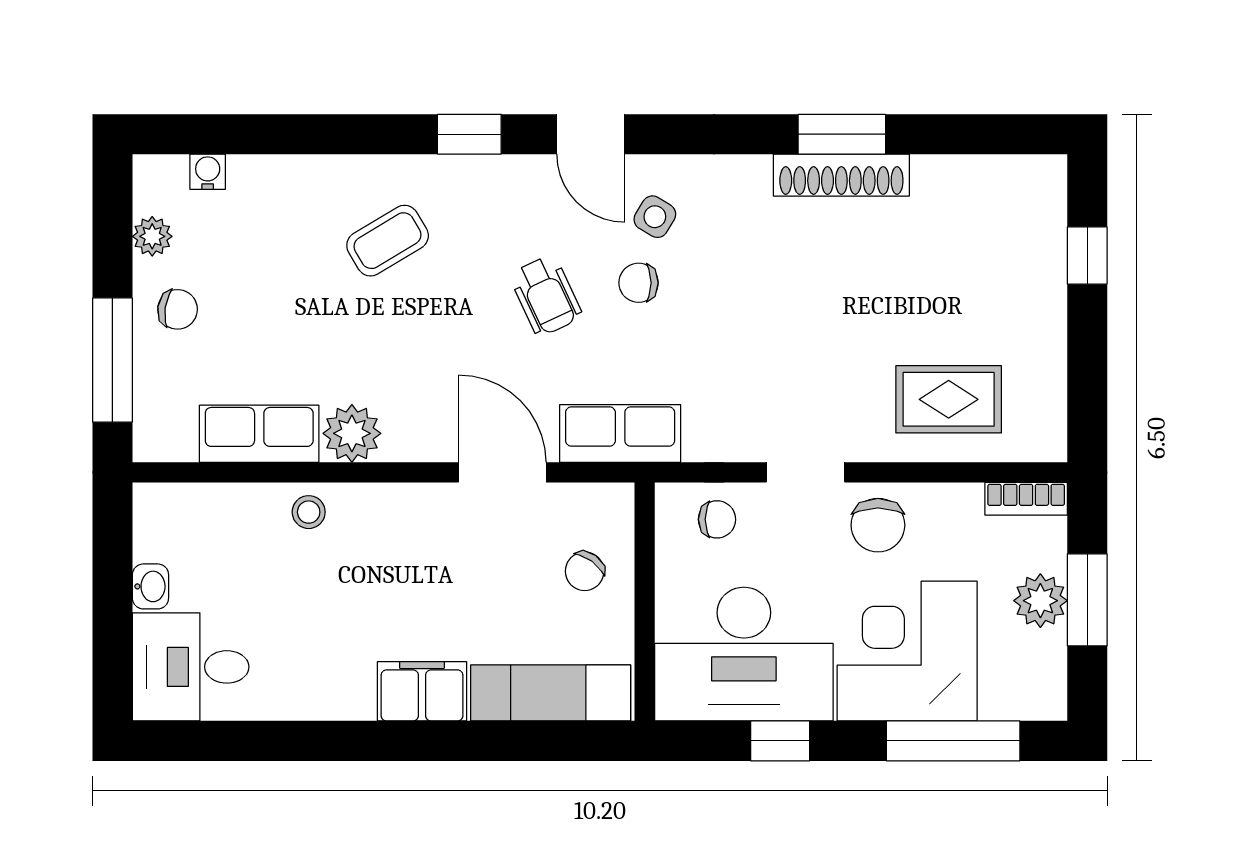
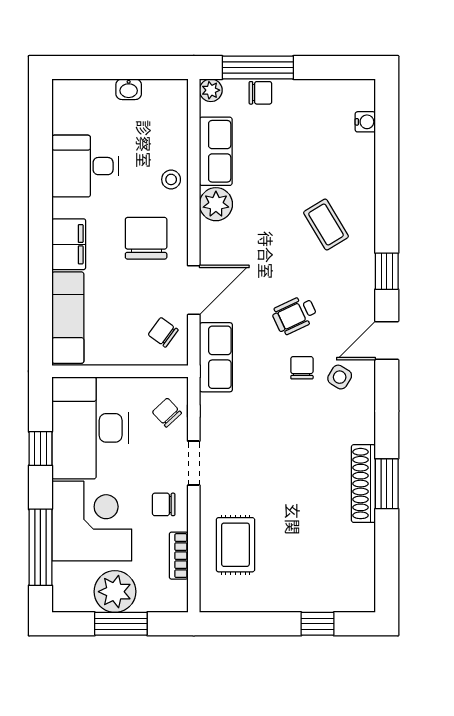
plant: (152, 236) -> (211, 90), moved
chair: (178, 309) -> (260, 93), moved, turned -98
bookcase: (1026, 499) -> (179, 556), moved
chair: (717, 519) -> (167, 413), turned 137
chair: (878, 525) -> (164, 504), width x0.73, depth x0.73
chair: (412, 556) -> (146, 238), added
chair: (585, 571) -> (163, 332), moved
plant: (1040, 601) -> (115, 592), width x1.36, depth x1.36
desk: (191, 667) -> (85, 166), moved, turned -90

